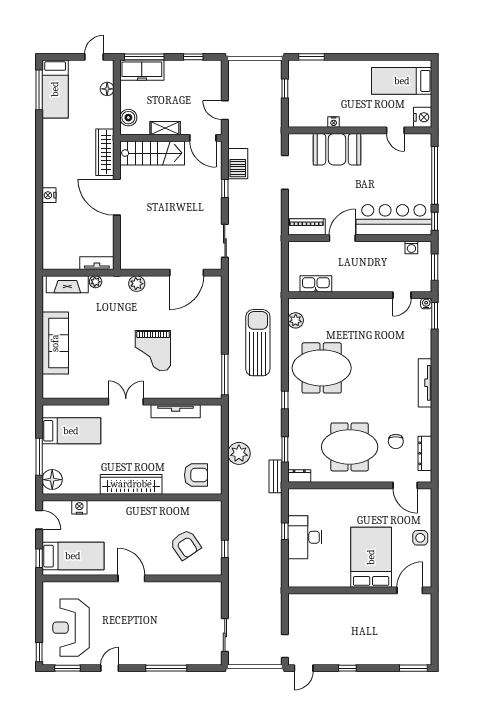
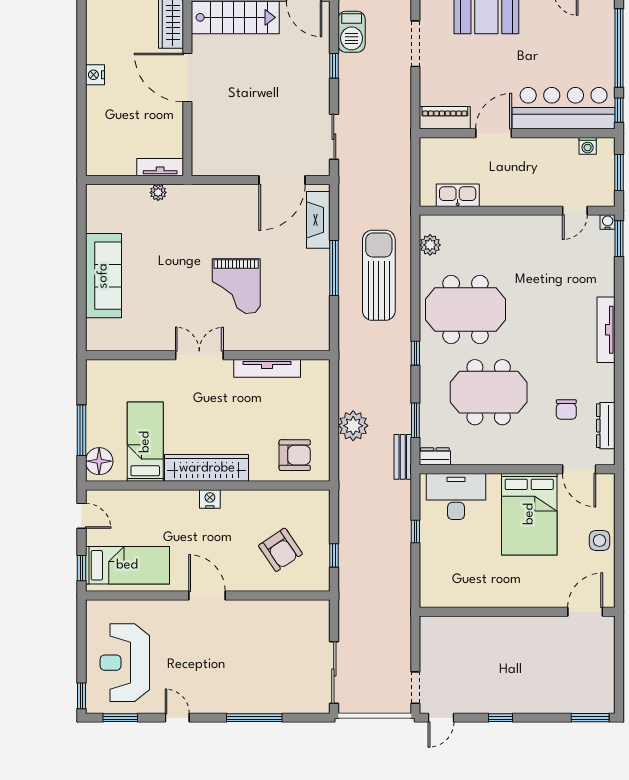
fireplace: (67, 284) -> (318, 220), moved, turned 90
plant: (137, 284) -> (214, 195), removed
window: (225, 375) -> (334, 268), moved
bed: (71, 431) -> (145, 442), moved, turned -90
meeting table: (350, 447) -> (489, 392), moved
nightstand: (79, 507) -> (210, 499), moved
desk: (305, 537) -> (456, 497), moved, turned 90
bed: (371, 557) -> (529, 514), moved, turned 180
sliding door: (225, 635) -> (334, 672), width x1.37
door: (110, 668) -> (177, 718), hinge flipped

